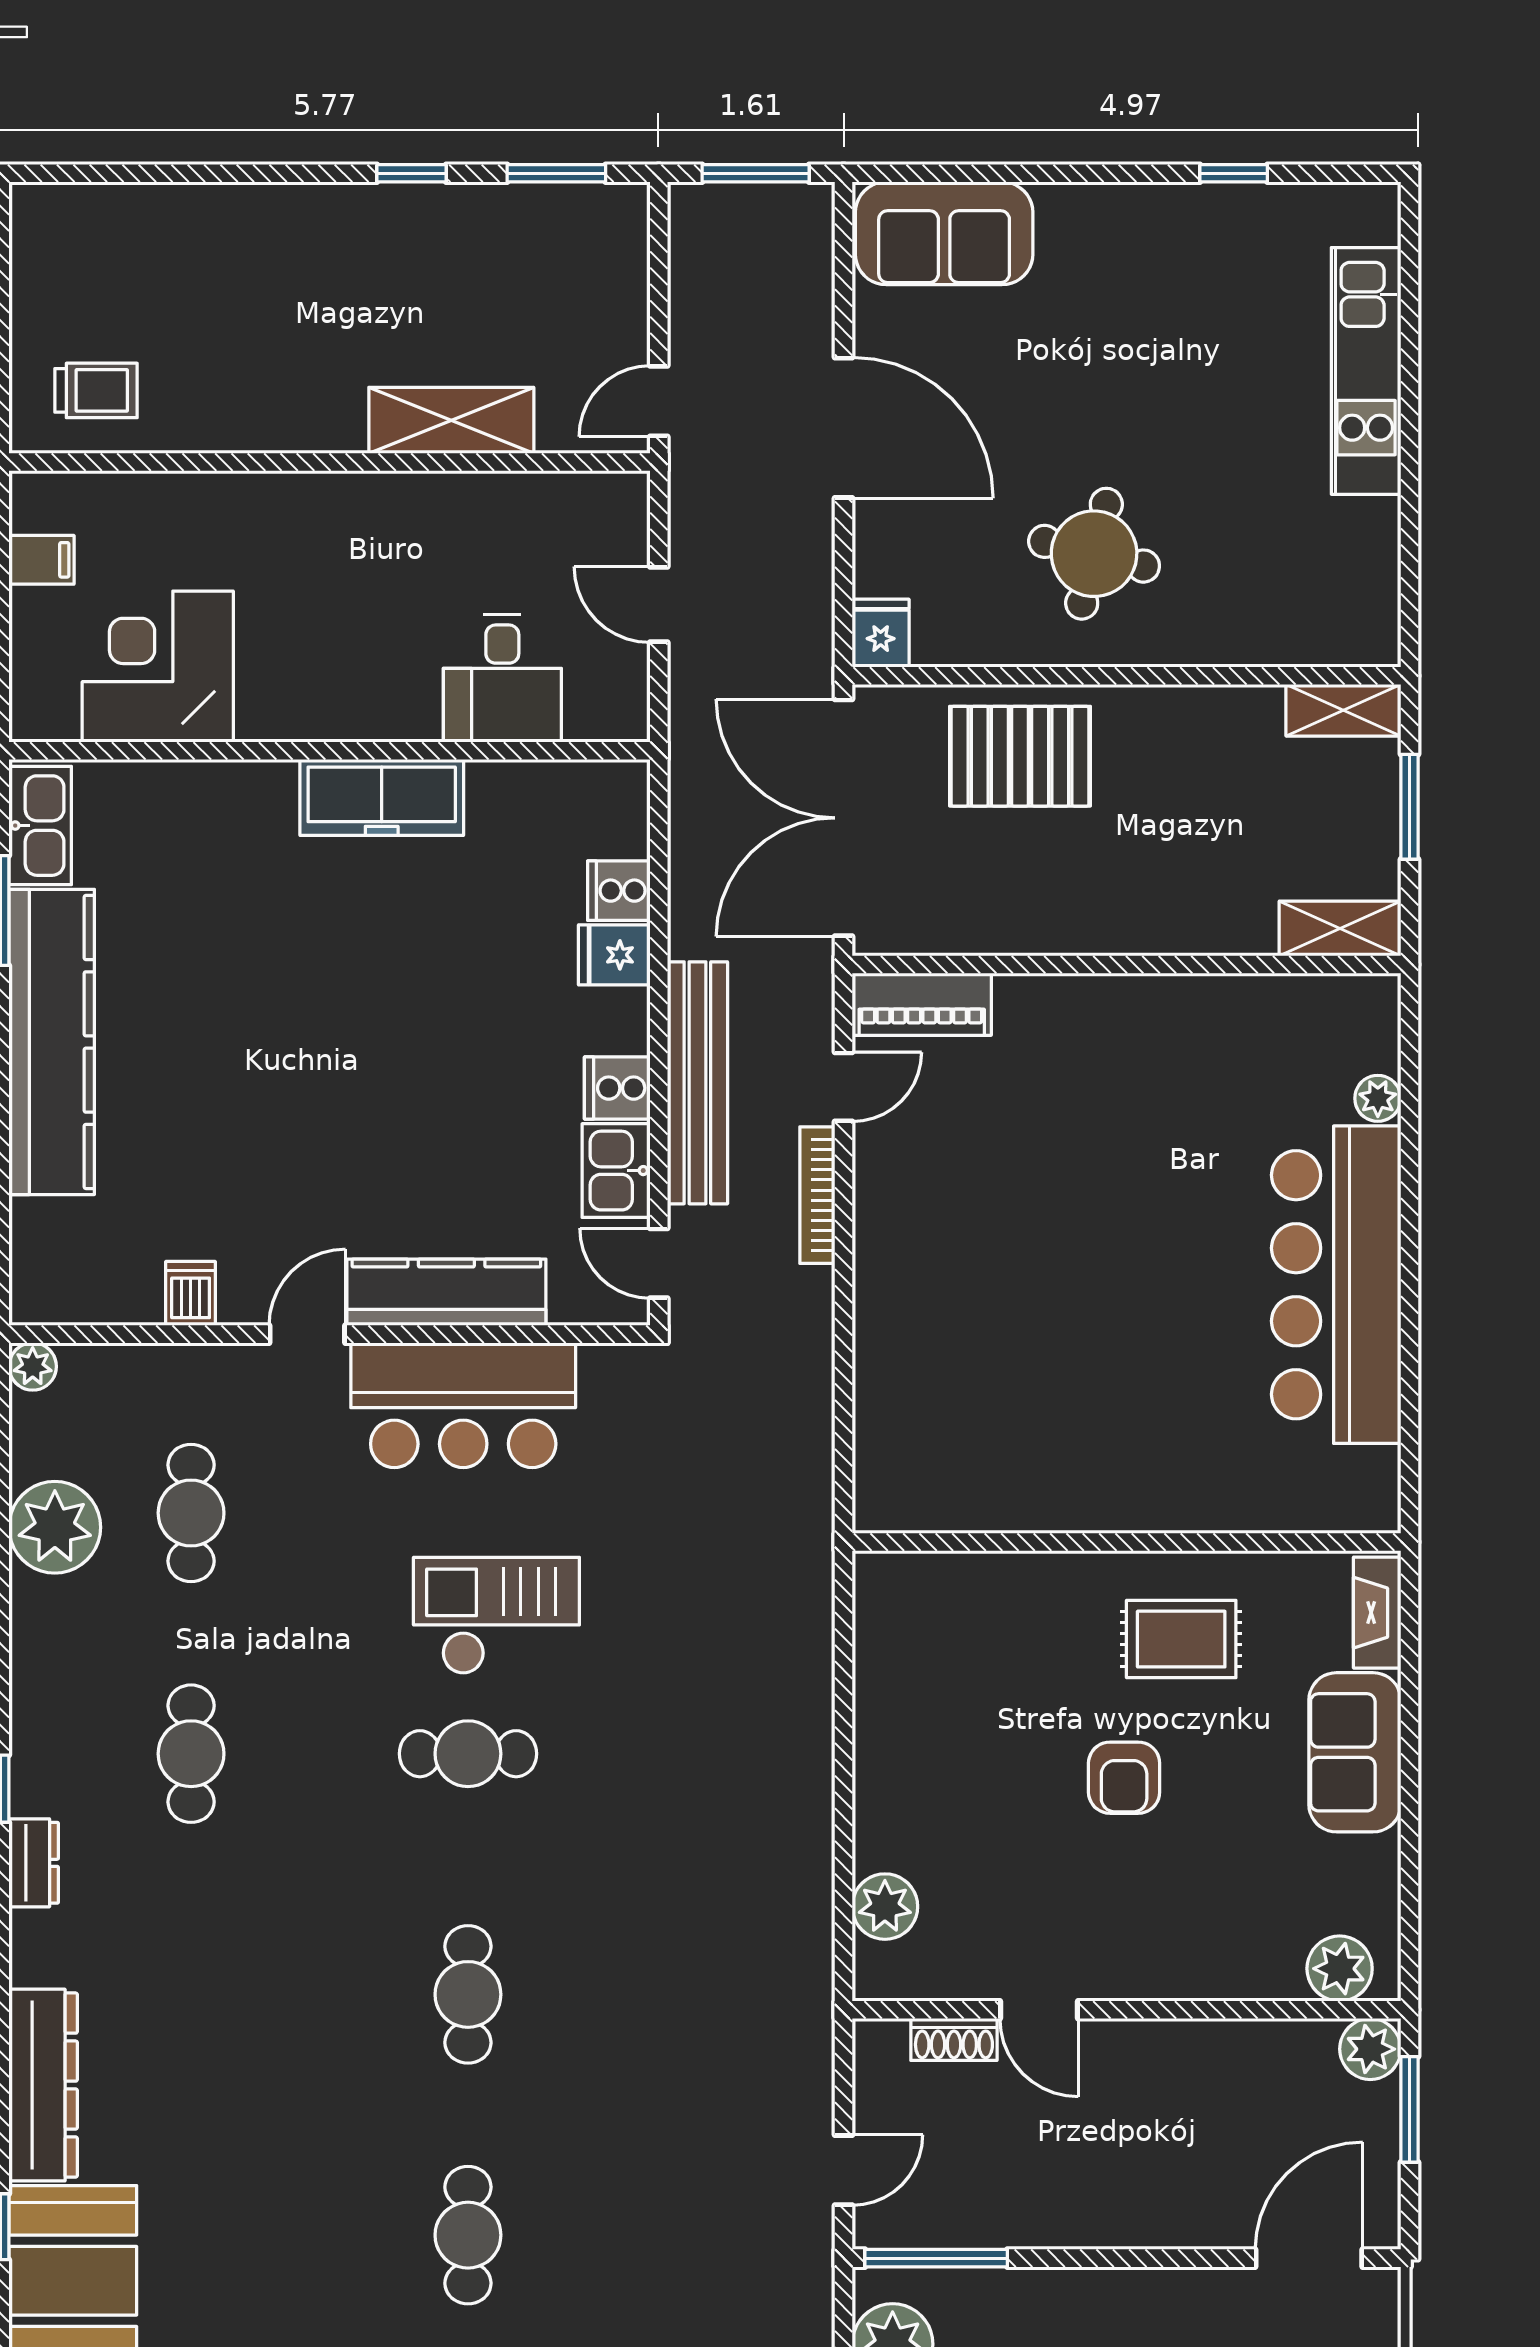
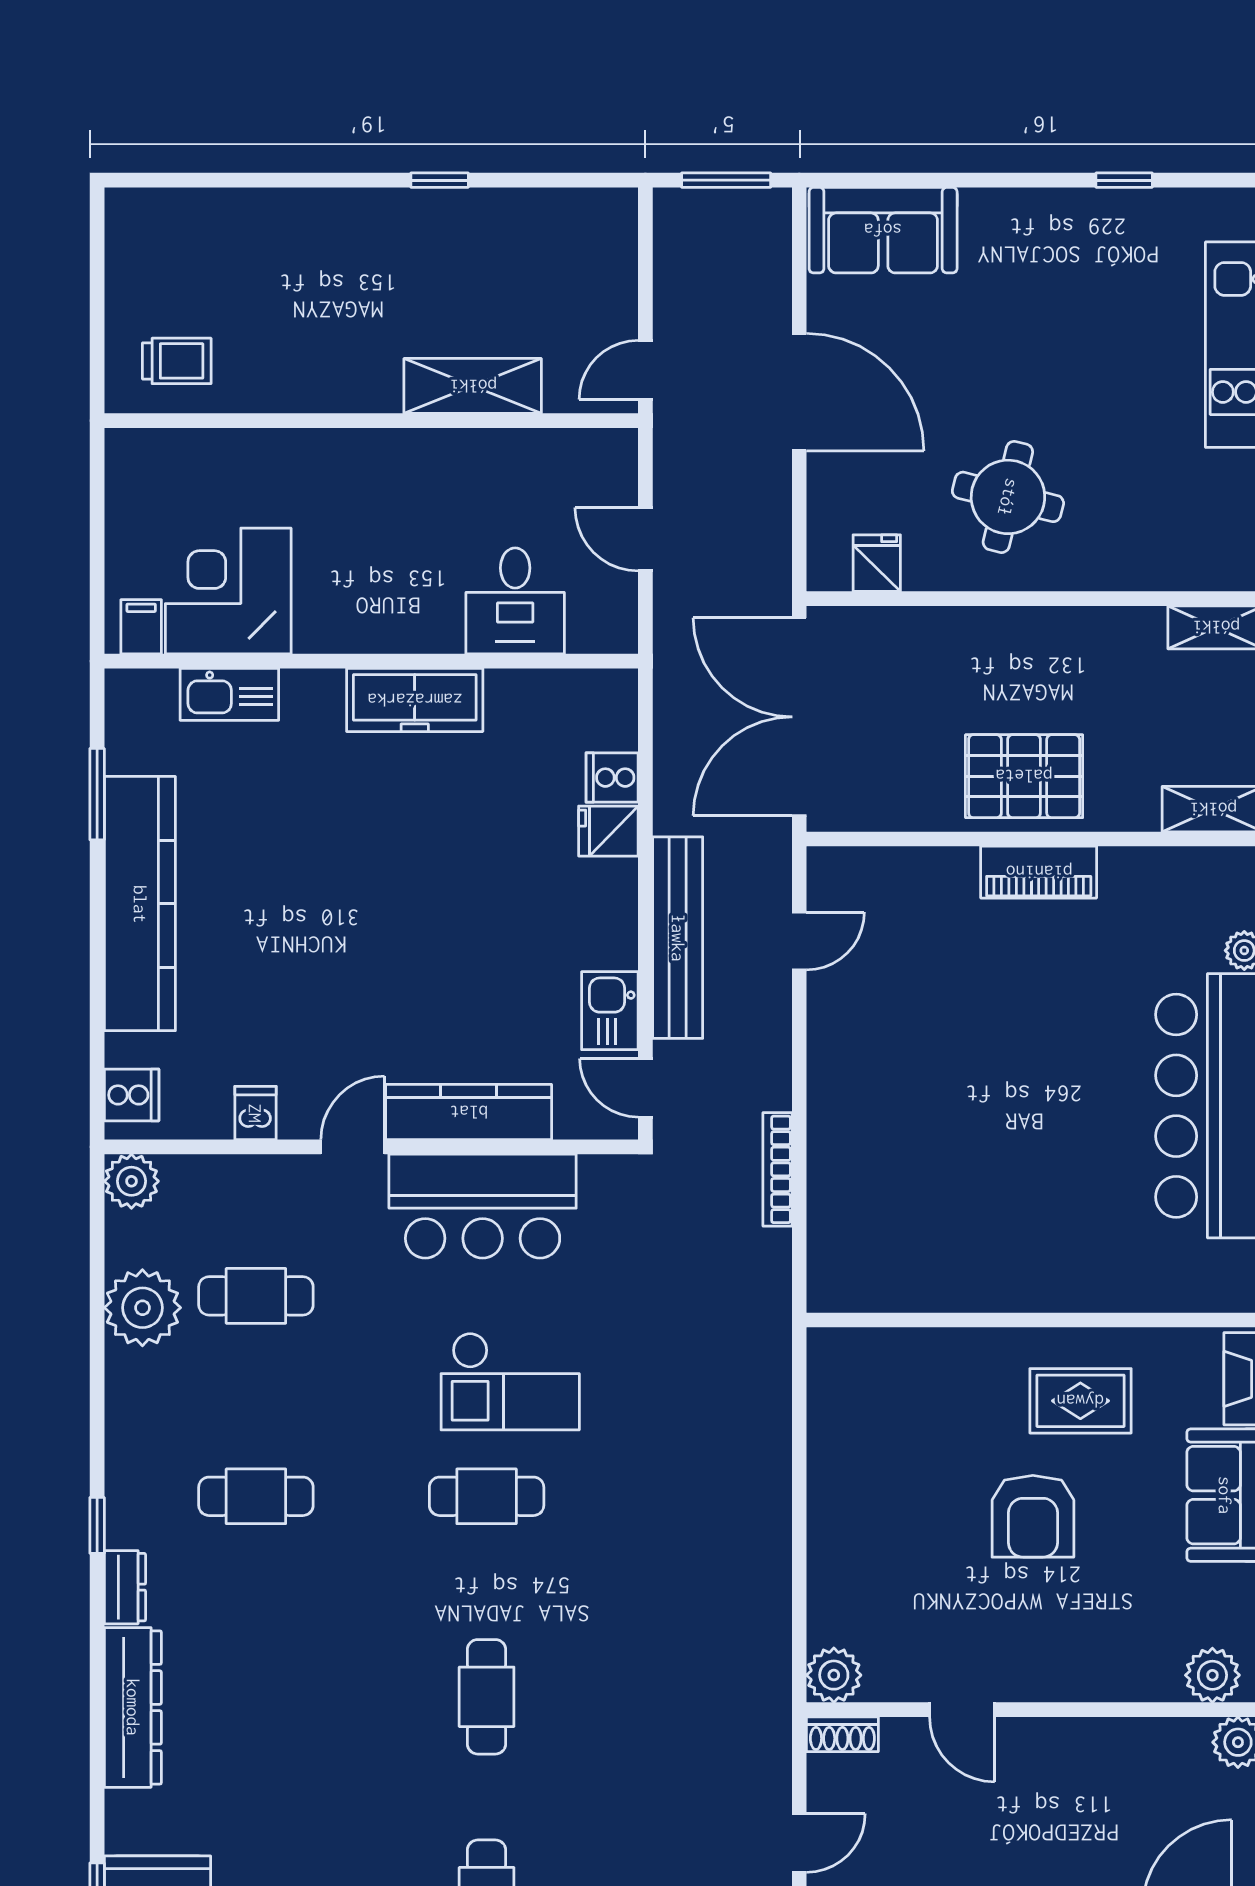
window: (556, 173) -> (560, 180), removed
filing cabinet: (42, 560) -> (141, 627), moved, turned -90
fridge: (881, 633) -> (877, 563), moved
pallet: (1020, 756) -> (1024, 776), moved
kitchen sink: (40, 826) -> (229, 694), moved, turned 90
piano: (922, 1004) -> (1039, 872), moved
cooker: (617, 1088) -> (132, 1095), moved, turned 180
bookcase: (817, 1195) -> (778, 1169), moved
plant: (33, 1366) -> (131, 1181), width x1.38, depth x1.38
cafe table: (191, 1513) -> (256, 1296), turned 90
checkout: (496, 1616) -> (510, 1381), turned 180
cafe table: (191, 1754) -> (256, 1496), turned 90
armchair: (1124, 1778) -> (1033, 1516), width x1.38, depth x1.38
plant: (885, 1907) -> (834, 1675), moved
shoe rack: (954, 2039) -> (842, 1734), moved
dresser: (43, 2085) -> (133, 1707), moved

